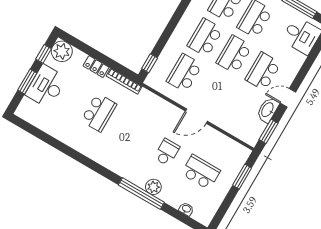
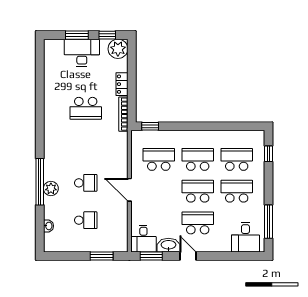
desk: (248, 129) -> (143, 239), added
school desk: (201, 172) -> (86, 220), width x0.54

